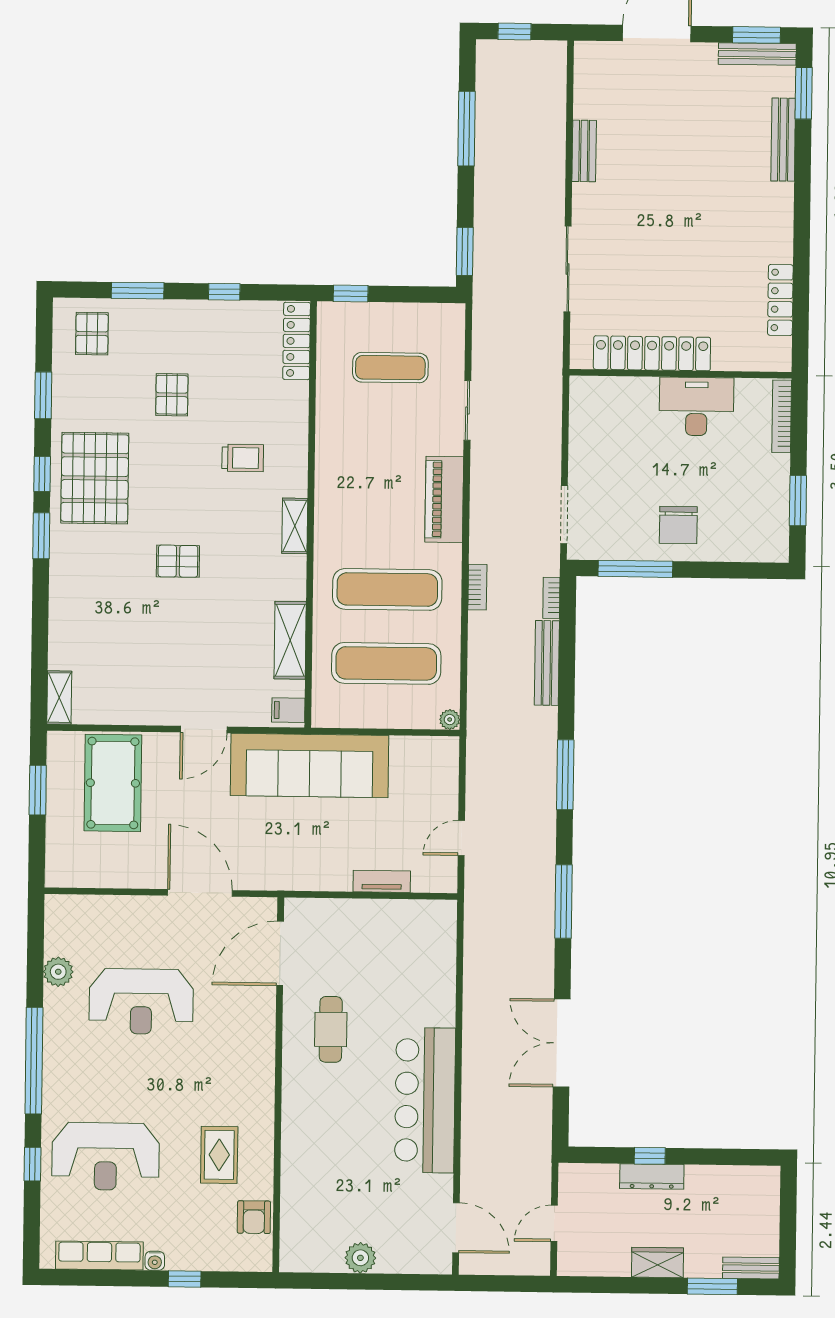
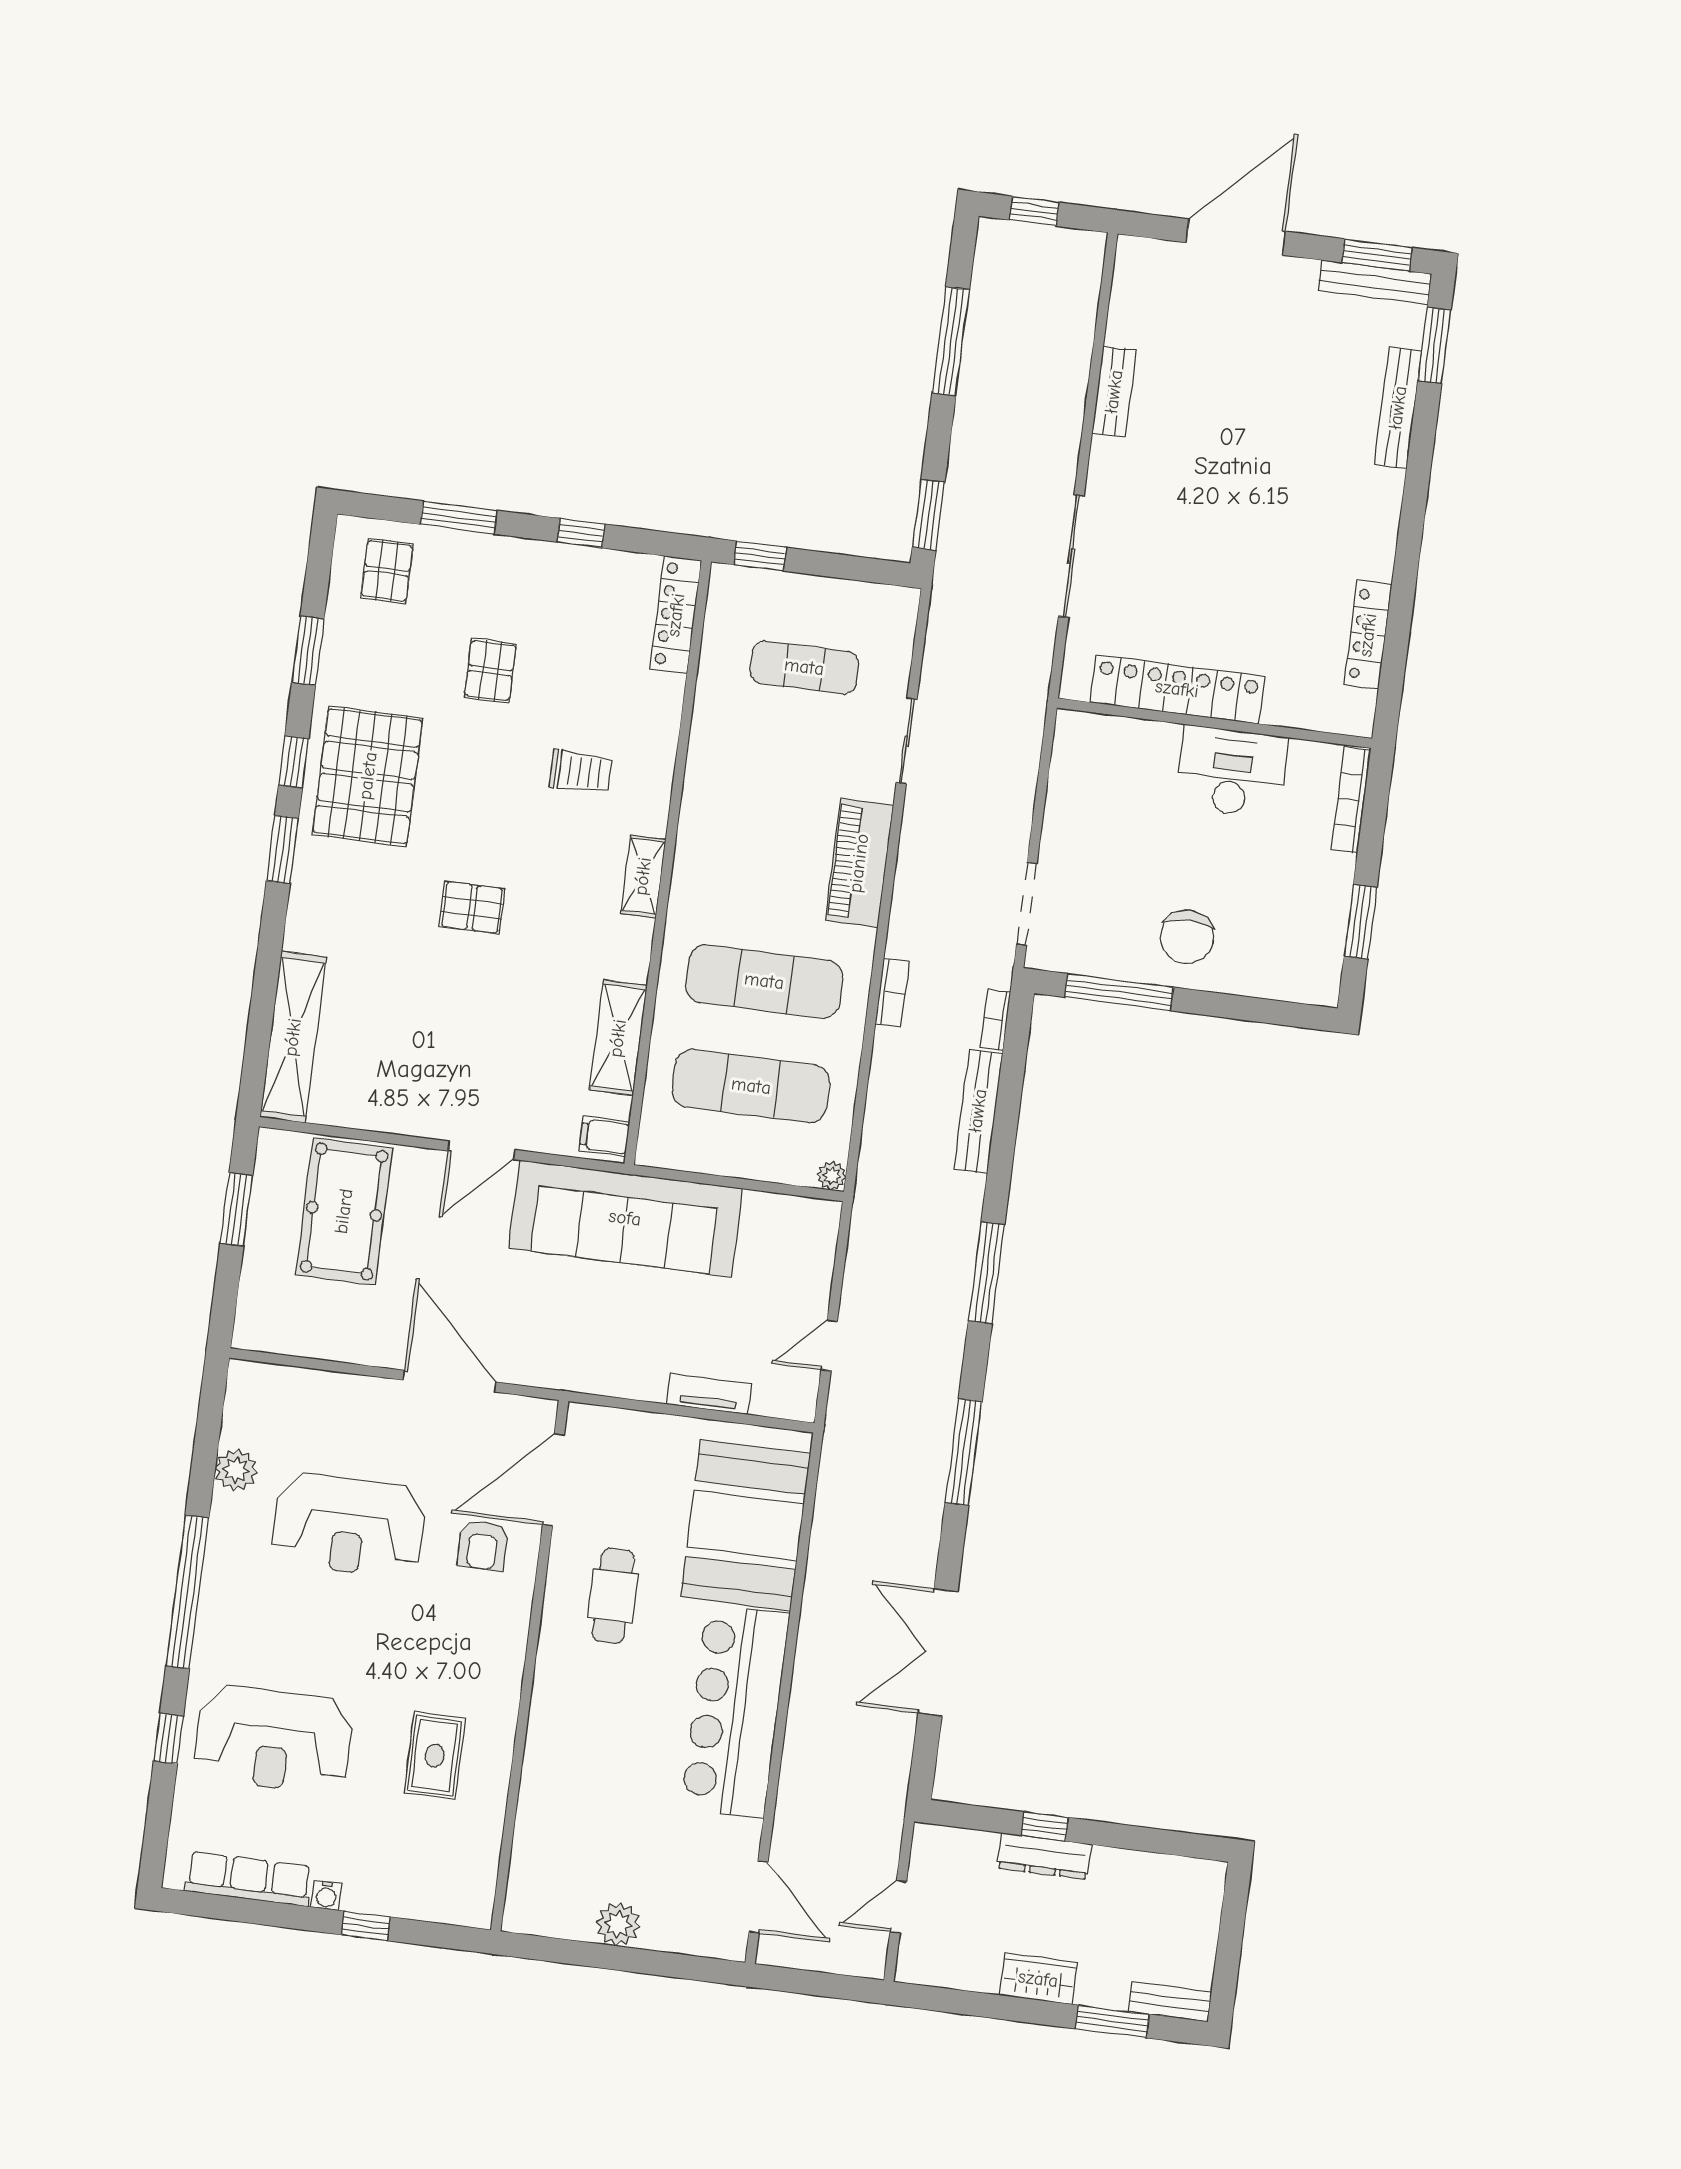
shelving: (59, 698) -> (293, 1037), width x2.20, depth x1.33
booth: (417, 970) -> (745, 1525), added
armchair: (254, 1217) -> (483, 1545), moved

